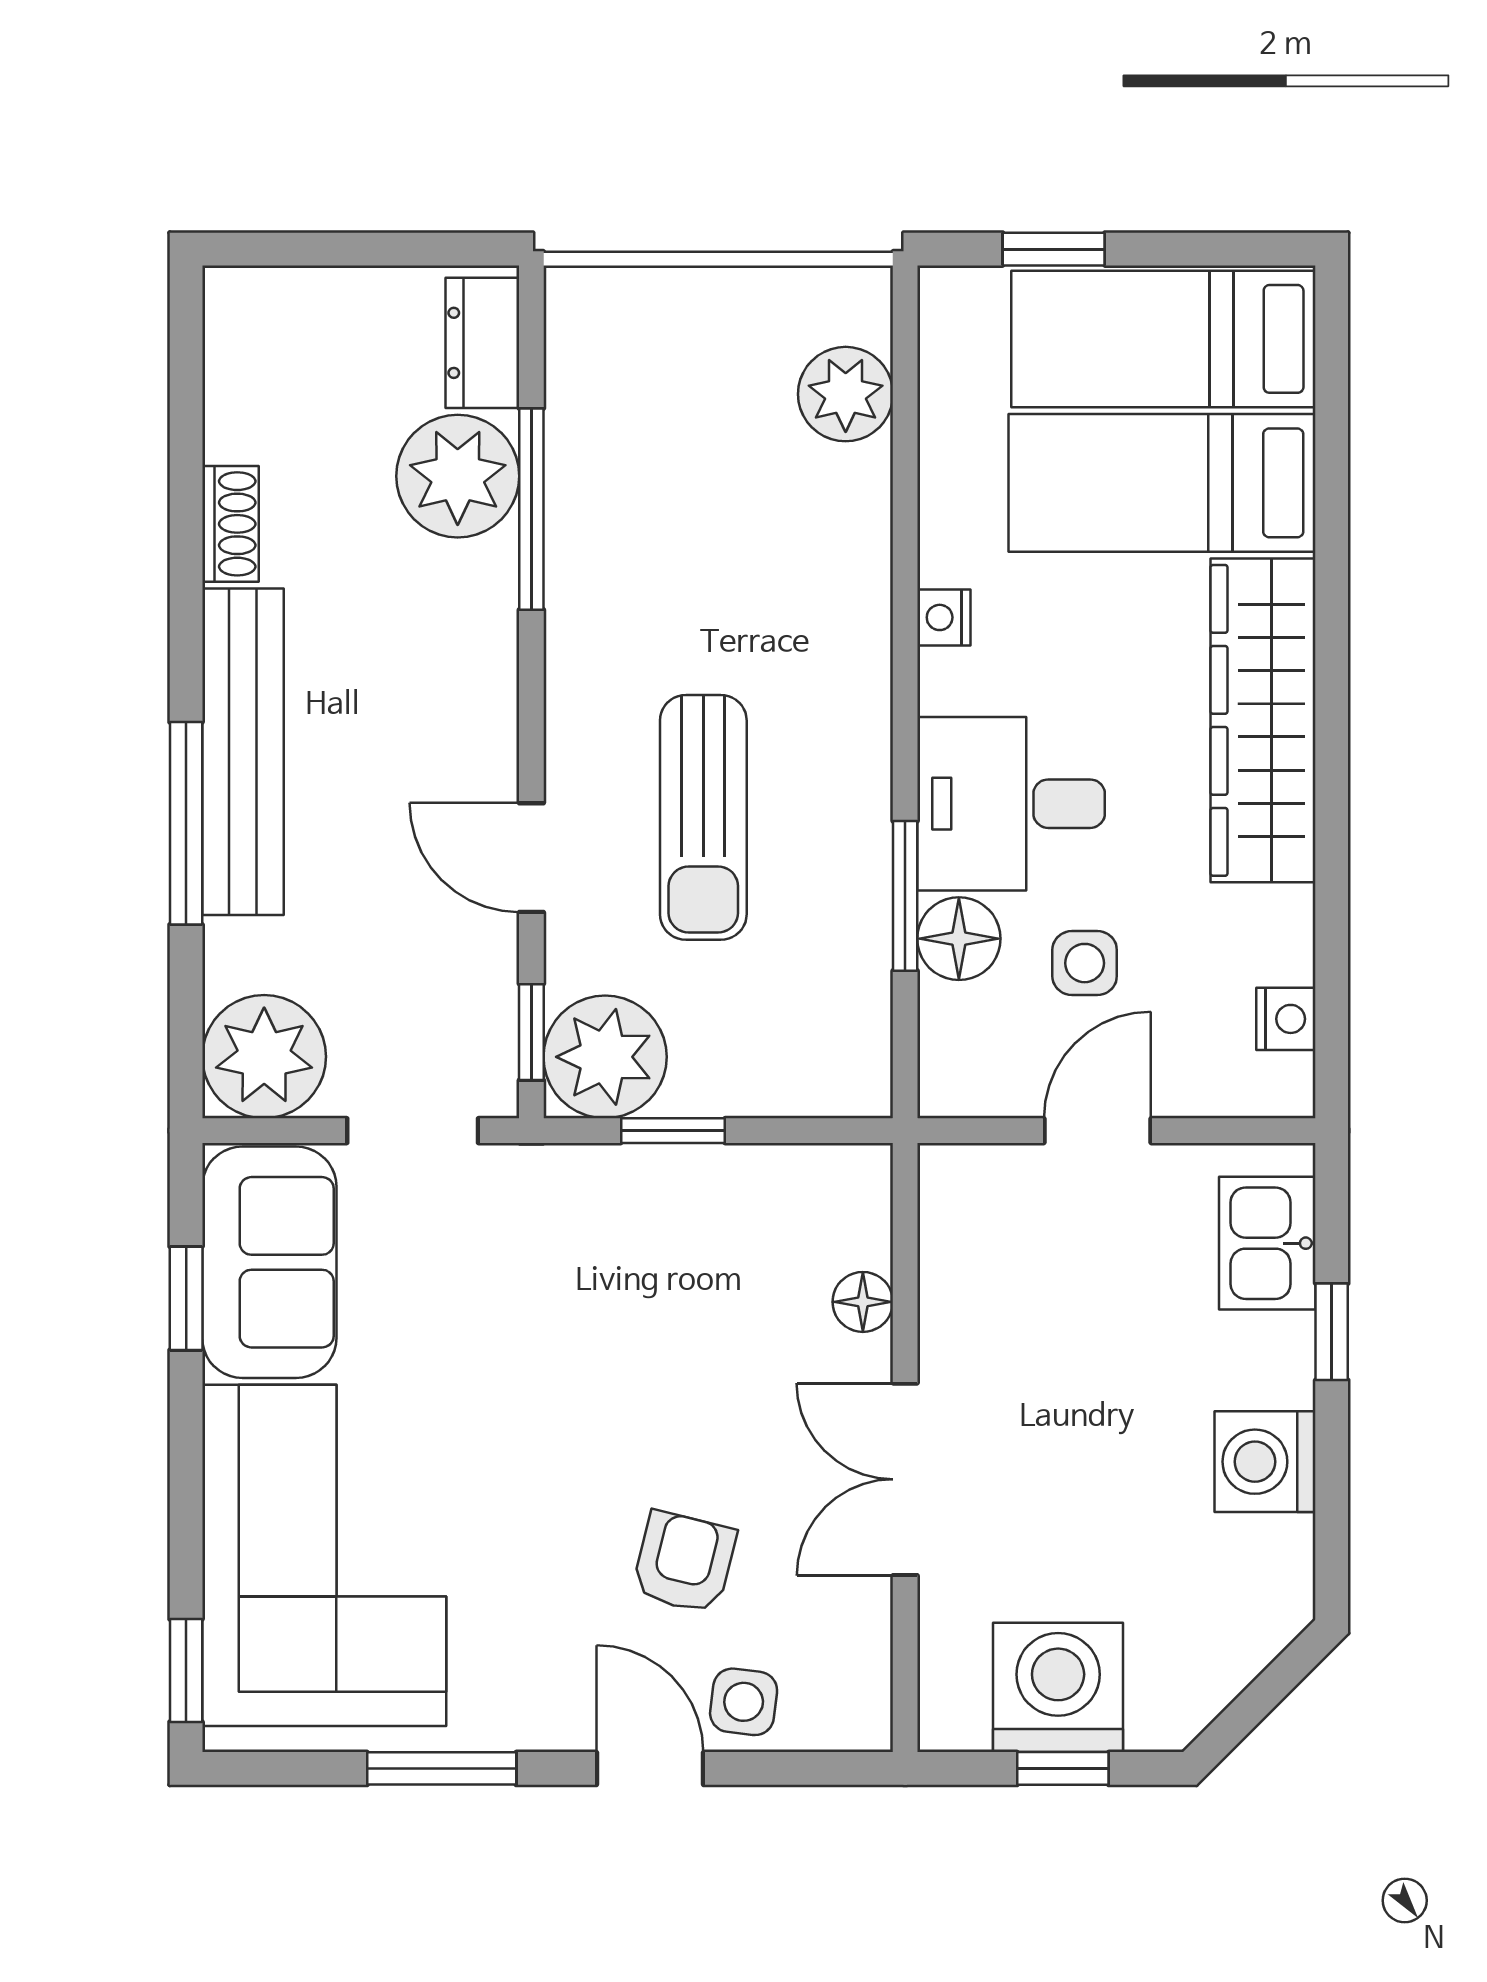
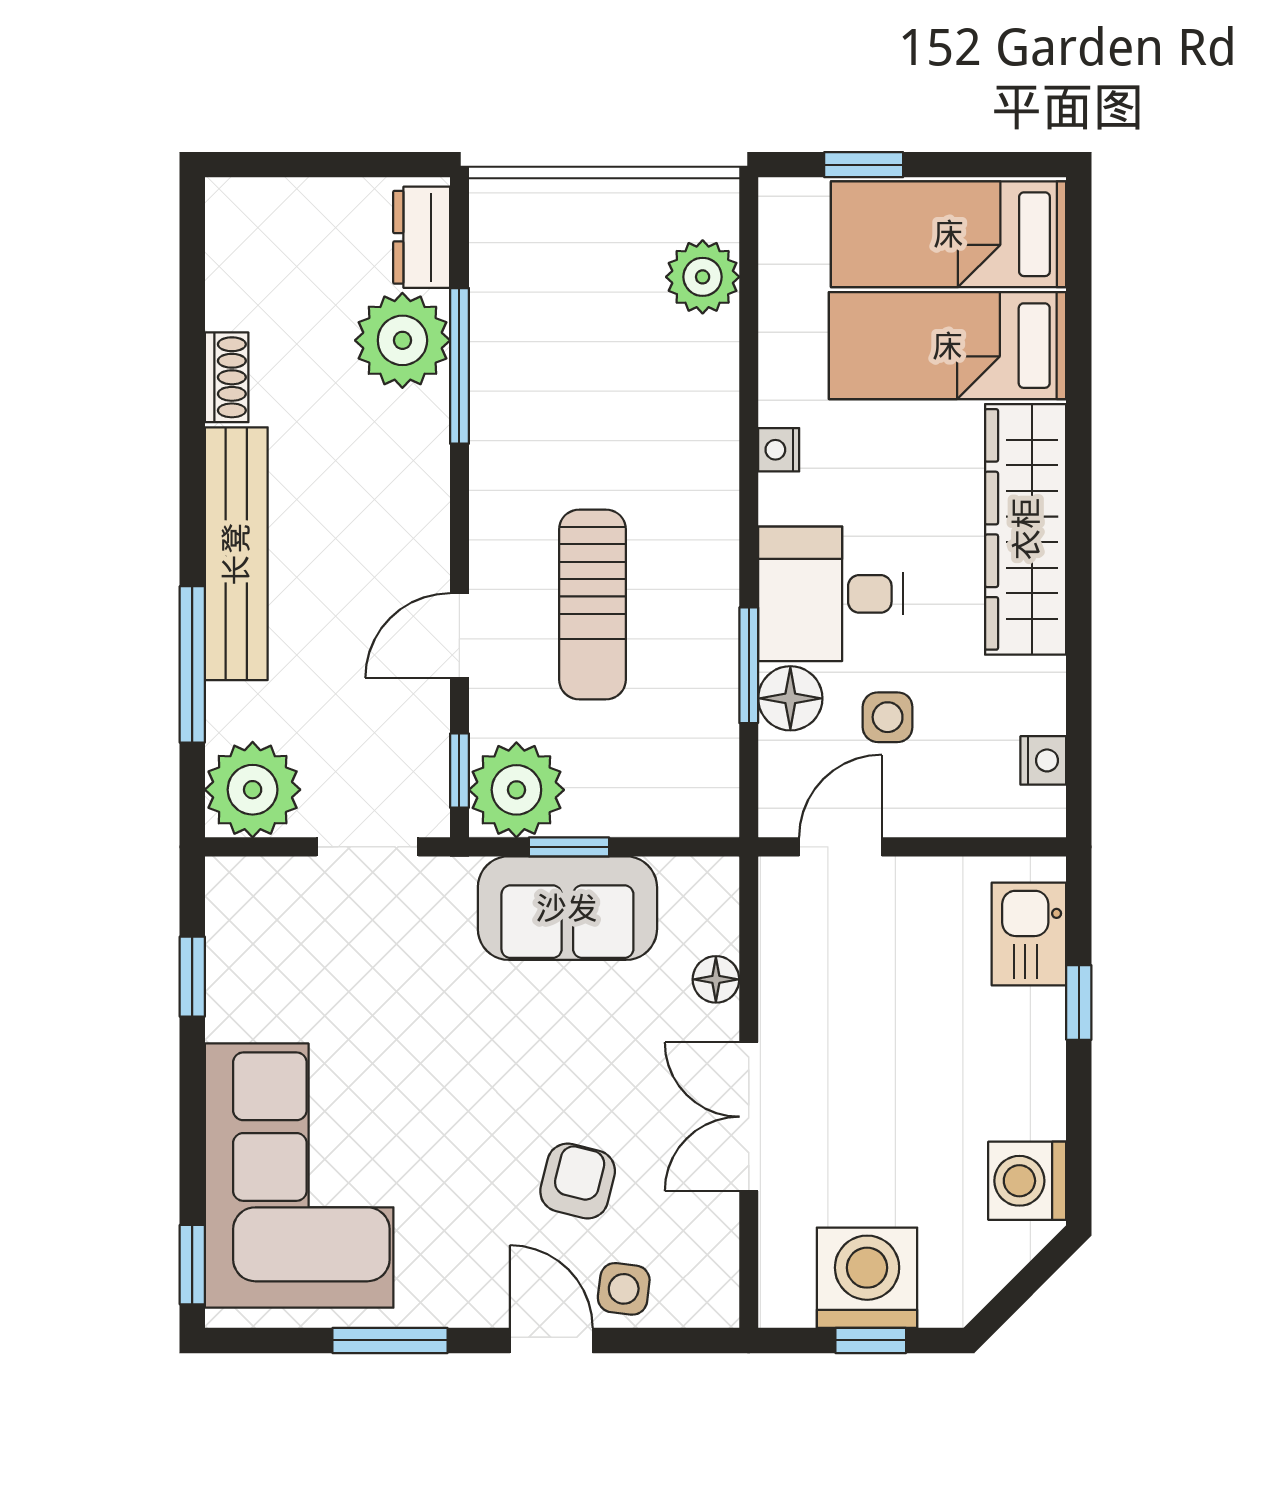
window: (186, 823) -> (192, 664), moved
door: (531, 858) -> (459, 636), hinge flipped
door: (1097, 1131) -> (841, 847), moved
sofa: (269, 1262) -> (567, 908), moved, turned 90
washing machine: (1265, 1462) -> (1027, 1181), moved

